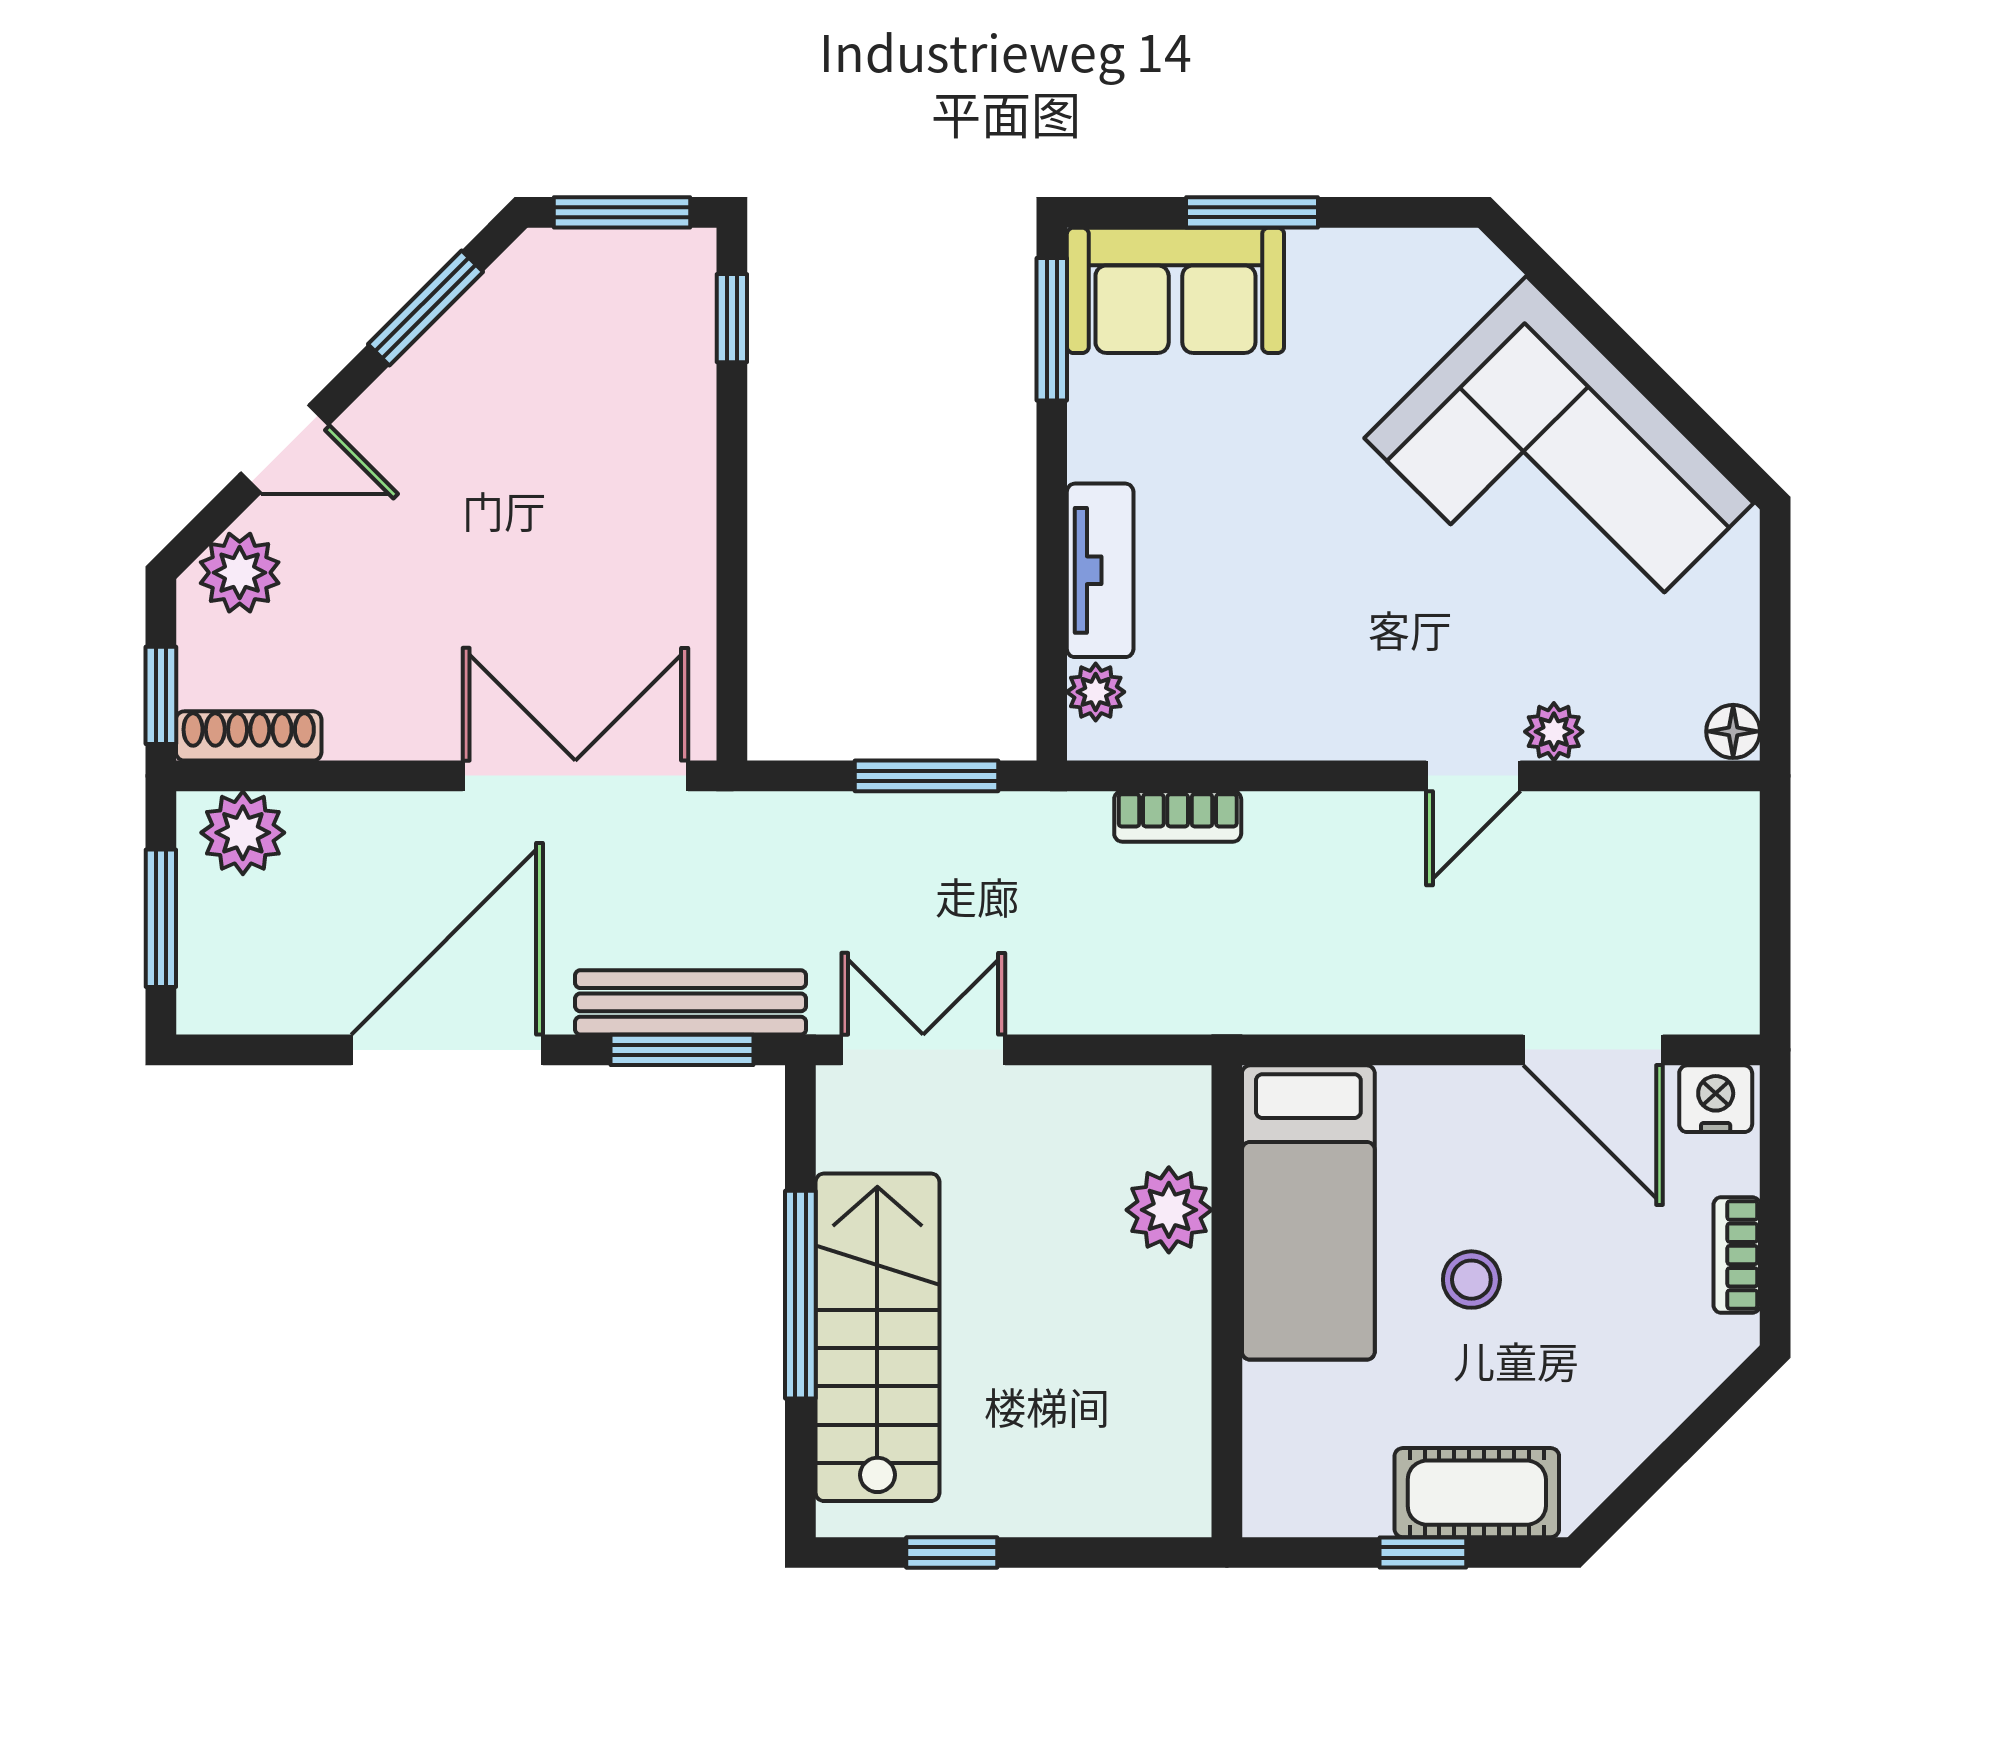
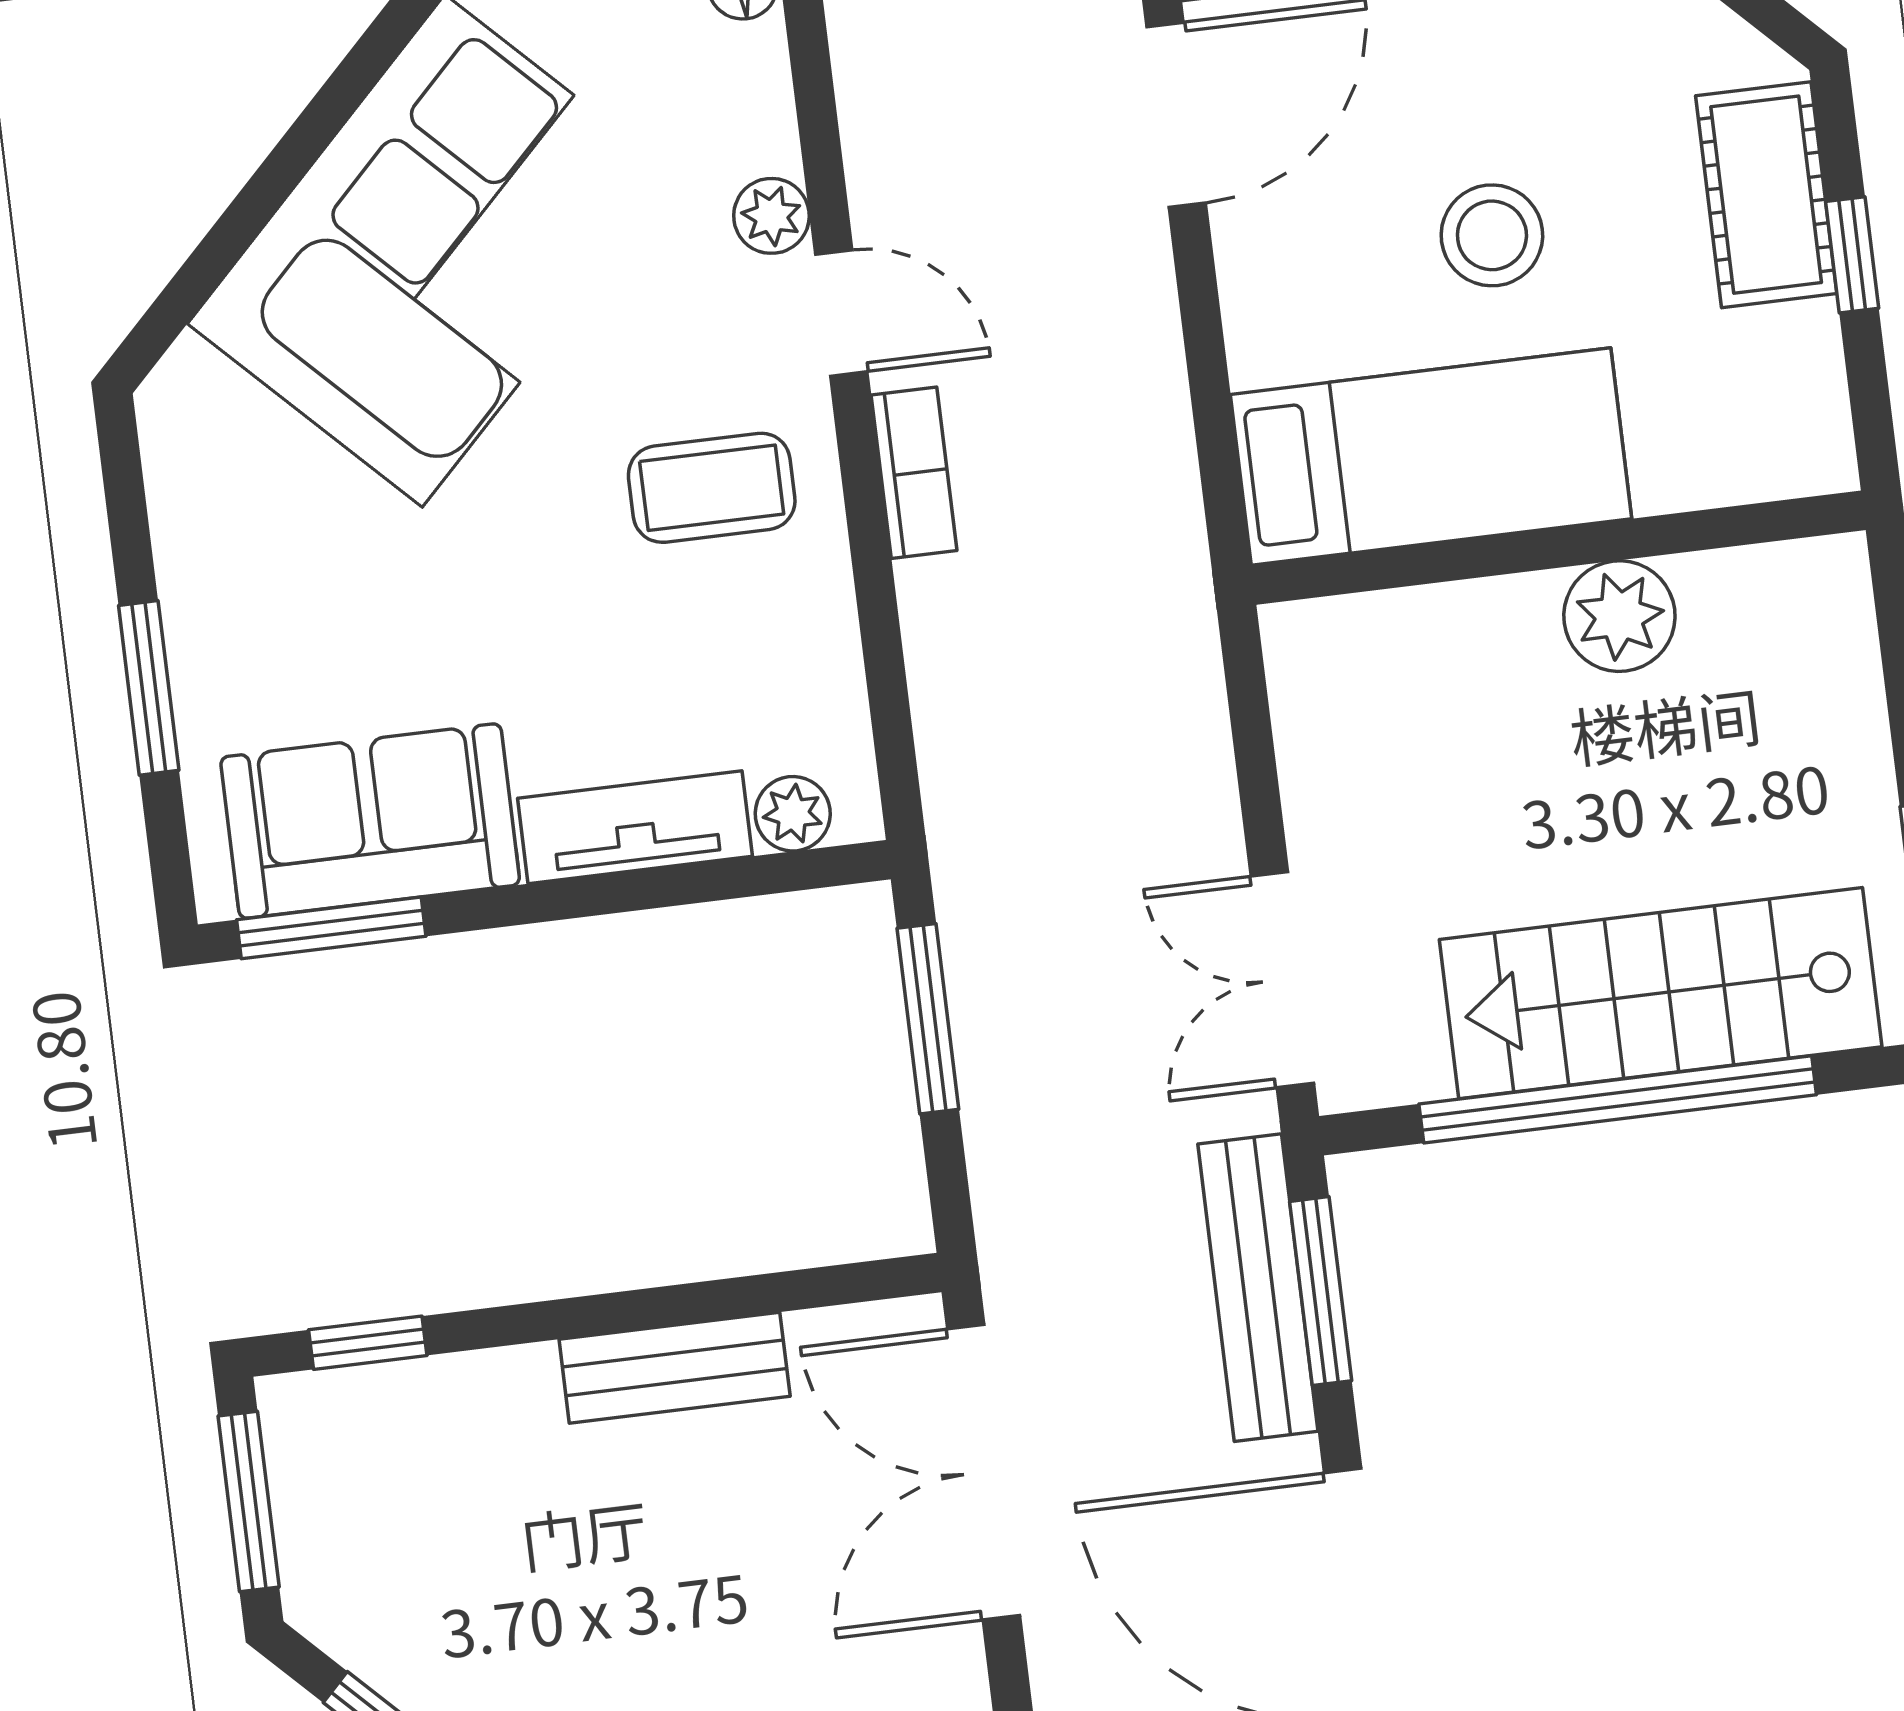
sofa: (1175, 290) -> (370, 821), moved, turned -90
bench: (684, 550) -> (675, 1368), added
coffee table: (1352, 661) -> (712, 488), added
bookcase: (1178, 816) -> (914, 473), moved
plant: (1169, 1210) -> (1619, 616), moved
stool: (1471, 1280) -> (1492, 235), width x1.37, depth x1.37
window: (800, 1295) -> (1618, 1099), width x1.46

